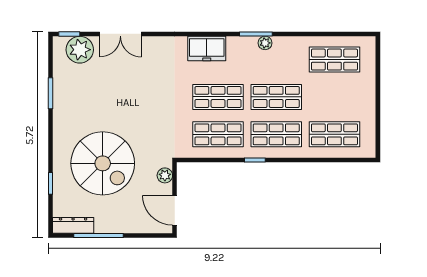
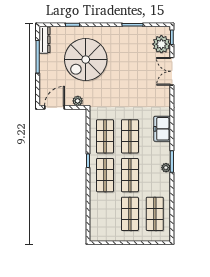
shop shelf: (334, 134) -> (130, 214), moved

